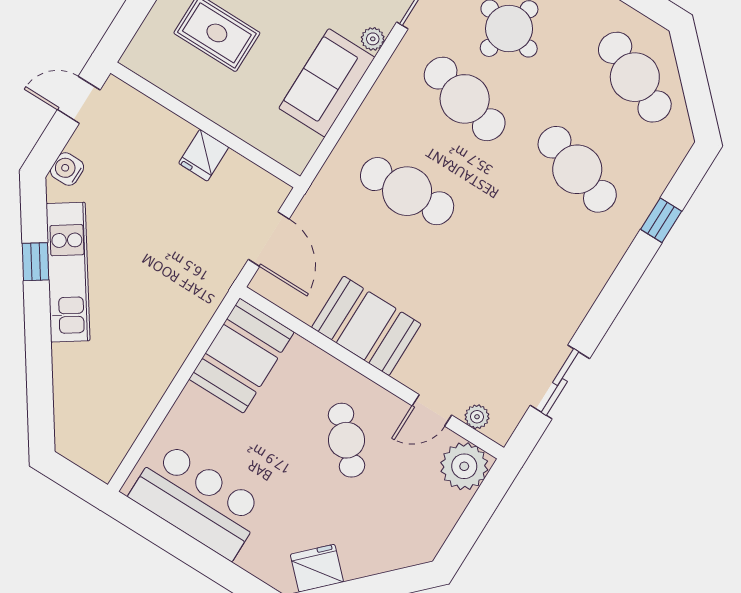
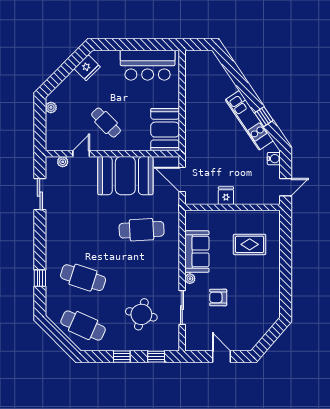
cafe table: (465, 99) -> (142, 278), removed
booth: (366, 326) -> (125, 176), width x1.36, depth x1.42
plant: (464, 466) -> (51, 107), moved, width x0.53, depth x0.53

